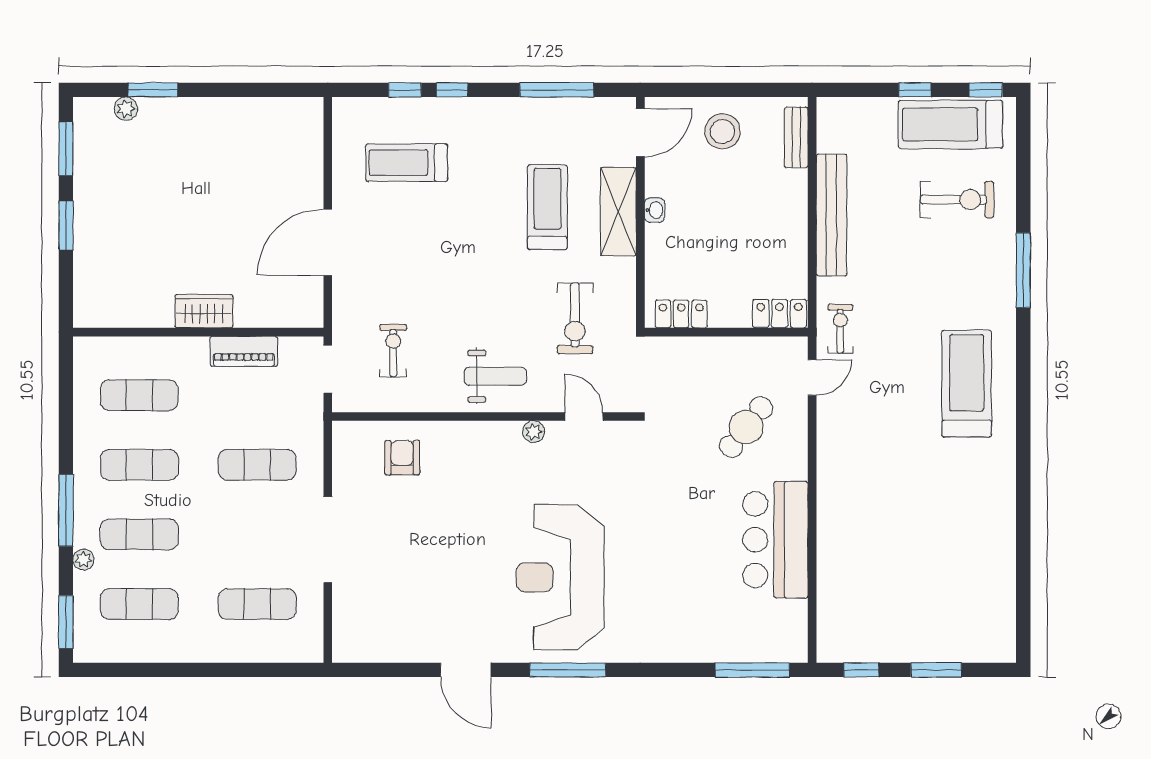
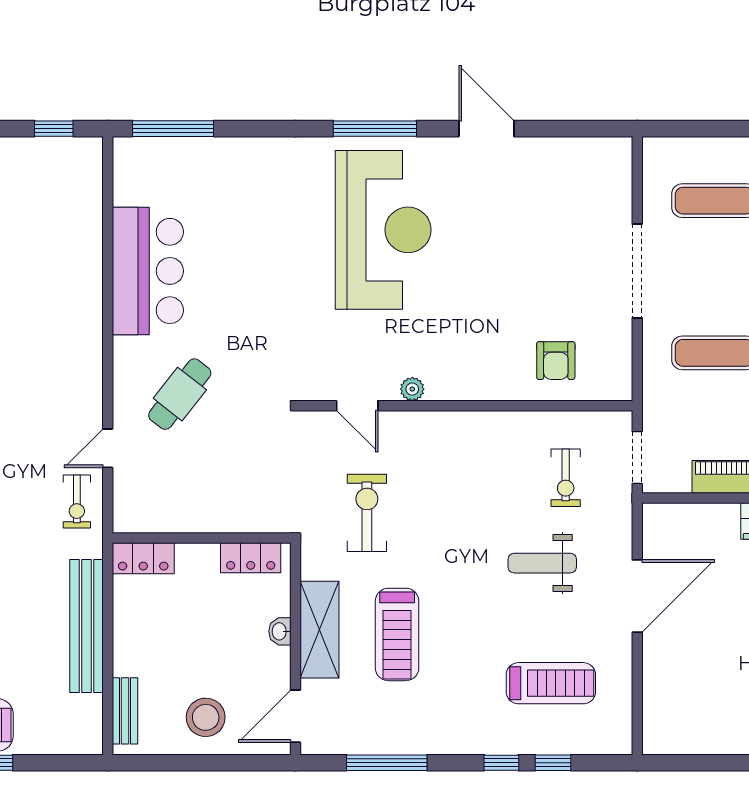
locker: (681, 314) -> (251, 558), moved
locker: (780, 314) -> (143, 558), moved
wall: (726, 332) -> (202, 538), moved
weight bench: (495, 376) -> (542, 563), moved

